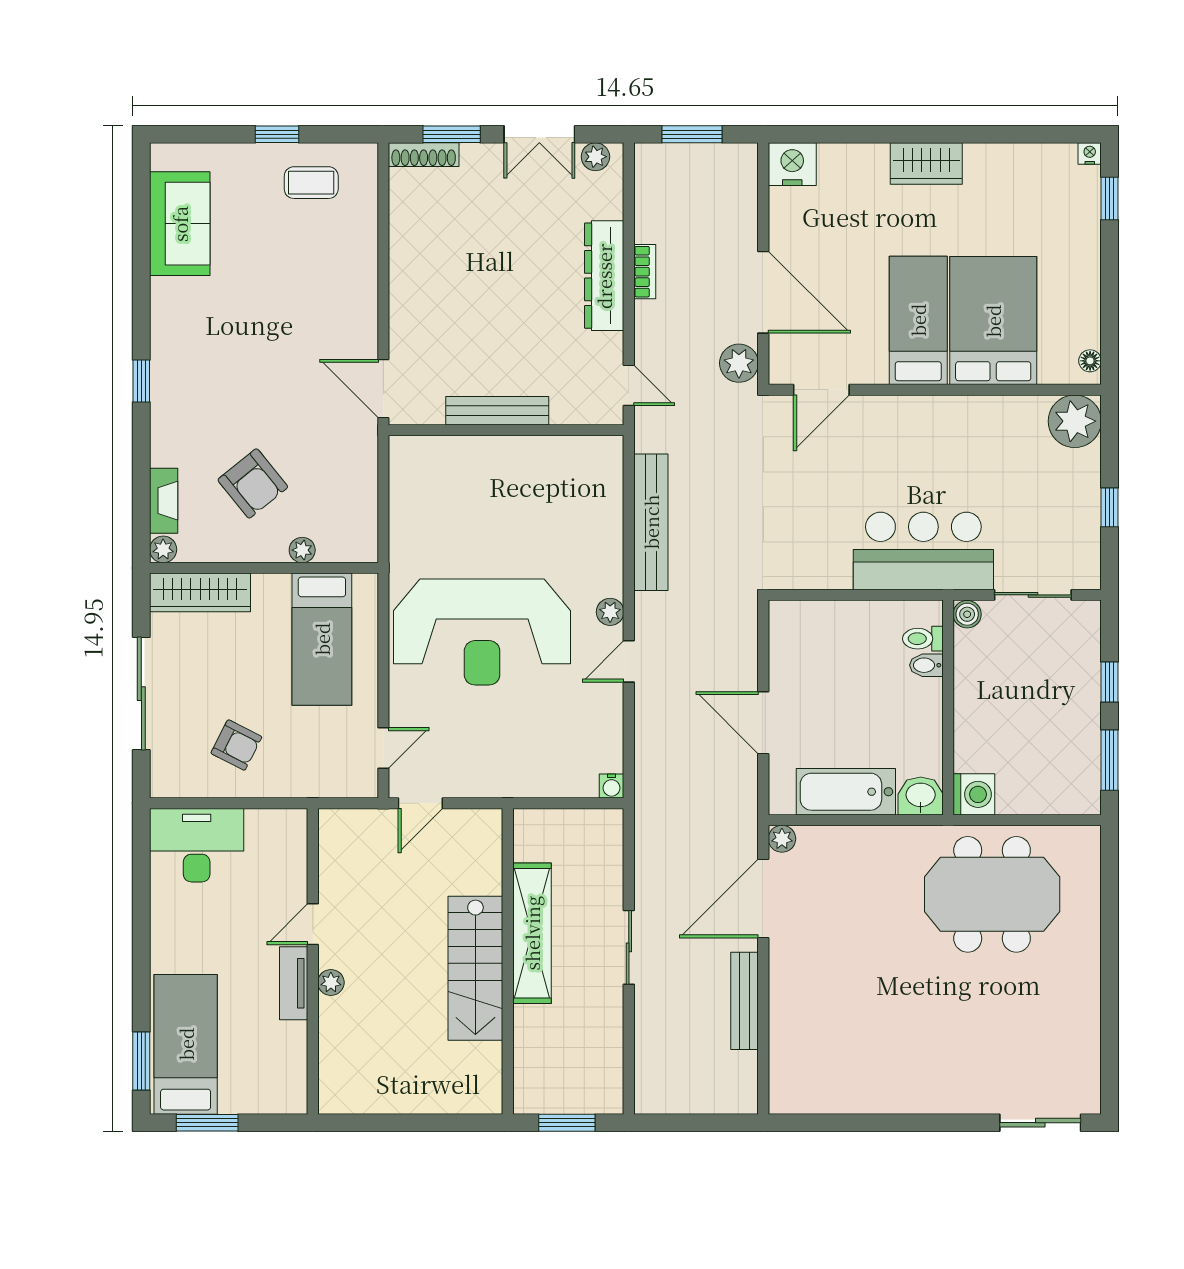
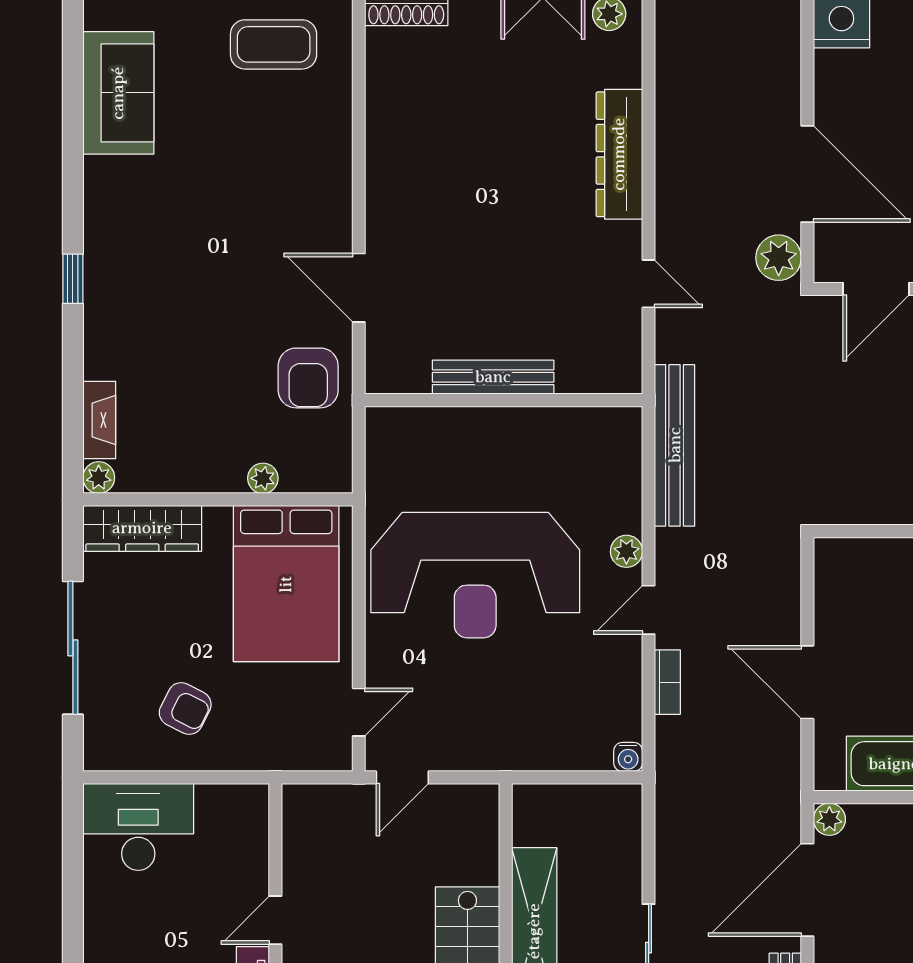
coffee table: (311, 183) -> (274, 44), width x1.36, depth x1.30
bookcase: (645, 272) -> (667, 682), moved
bench: (497, 411) -> (493, 377), moved
wall: (506, 430) -> (504, 400), moved
armchair: (253, 483) -> (308, 378), moved, turned 39
bed: (322, 639) -> (286, 584), width x1.50

